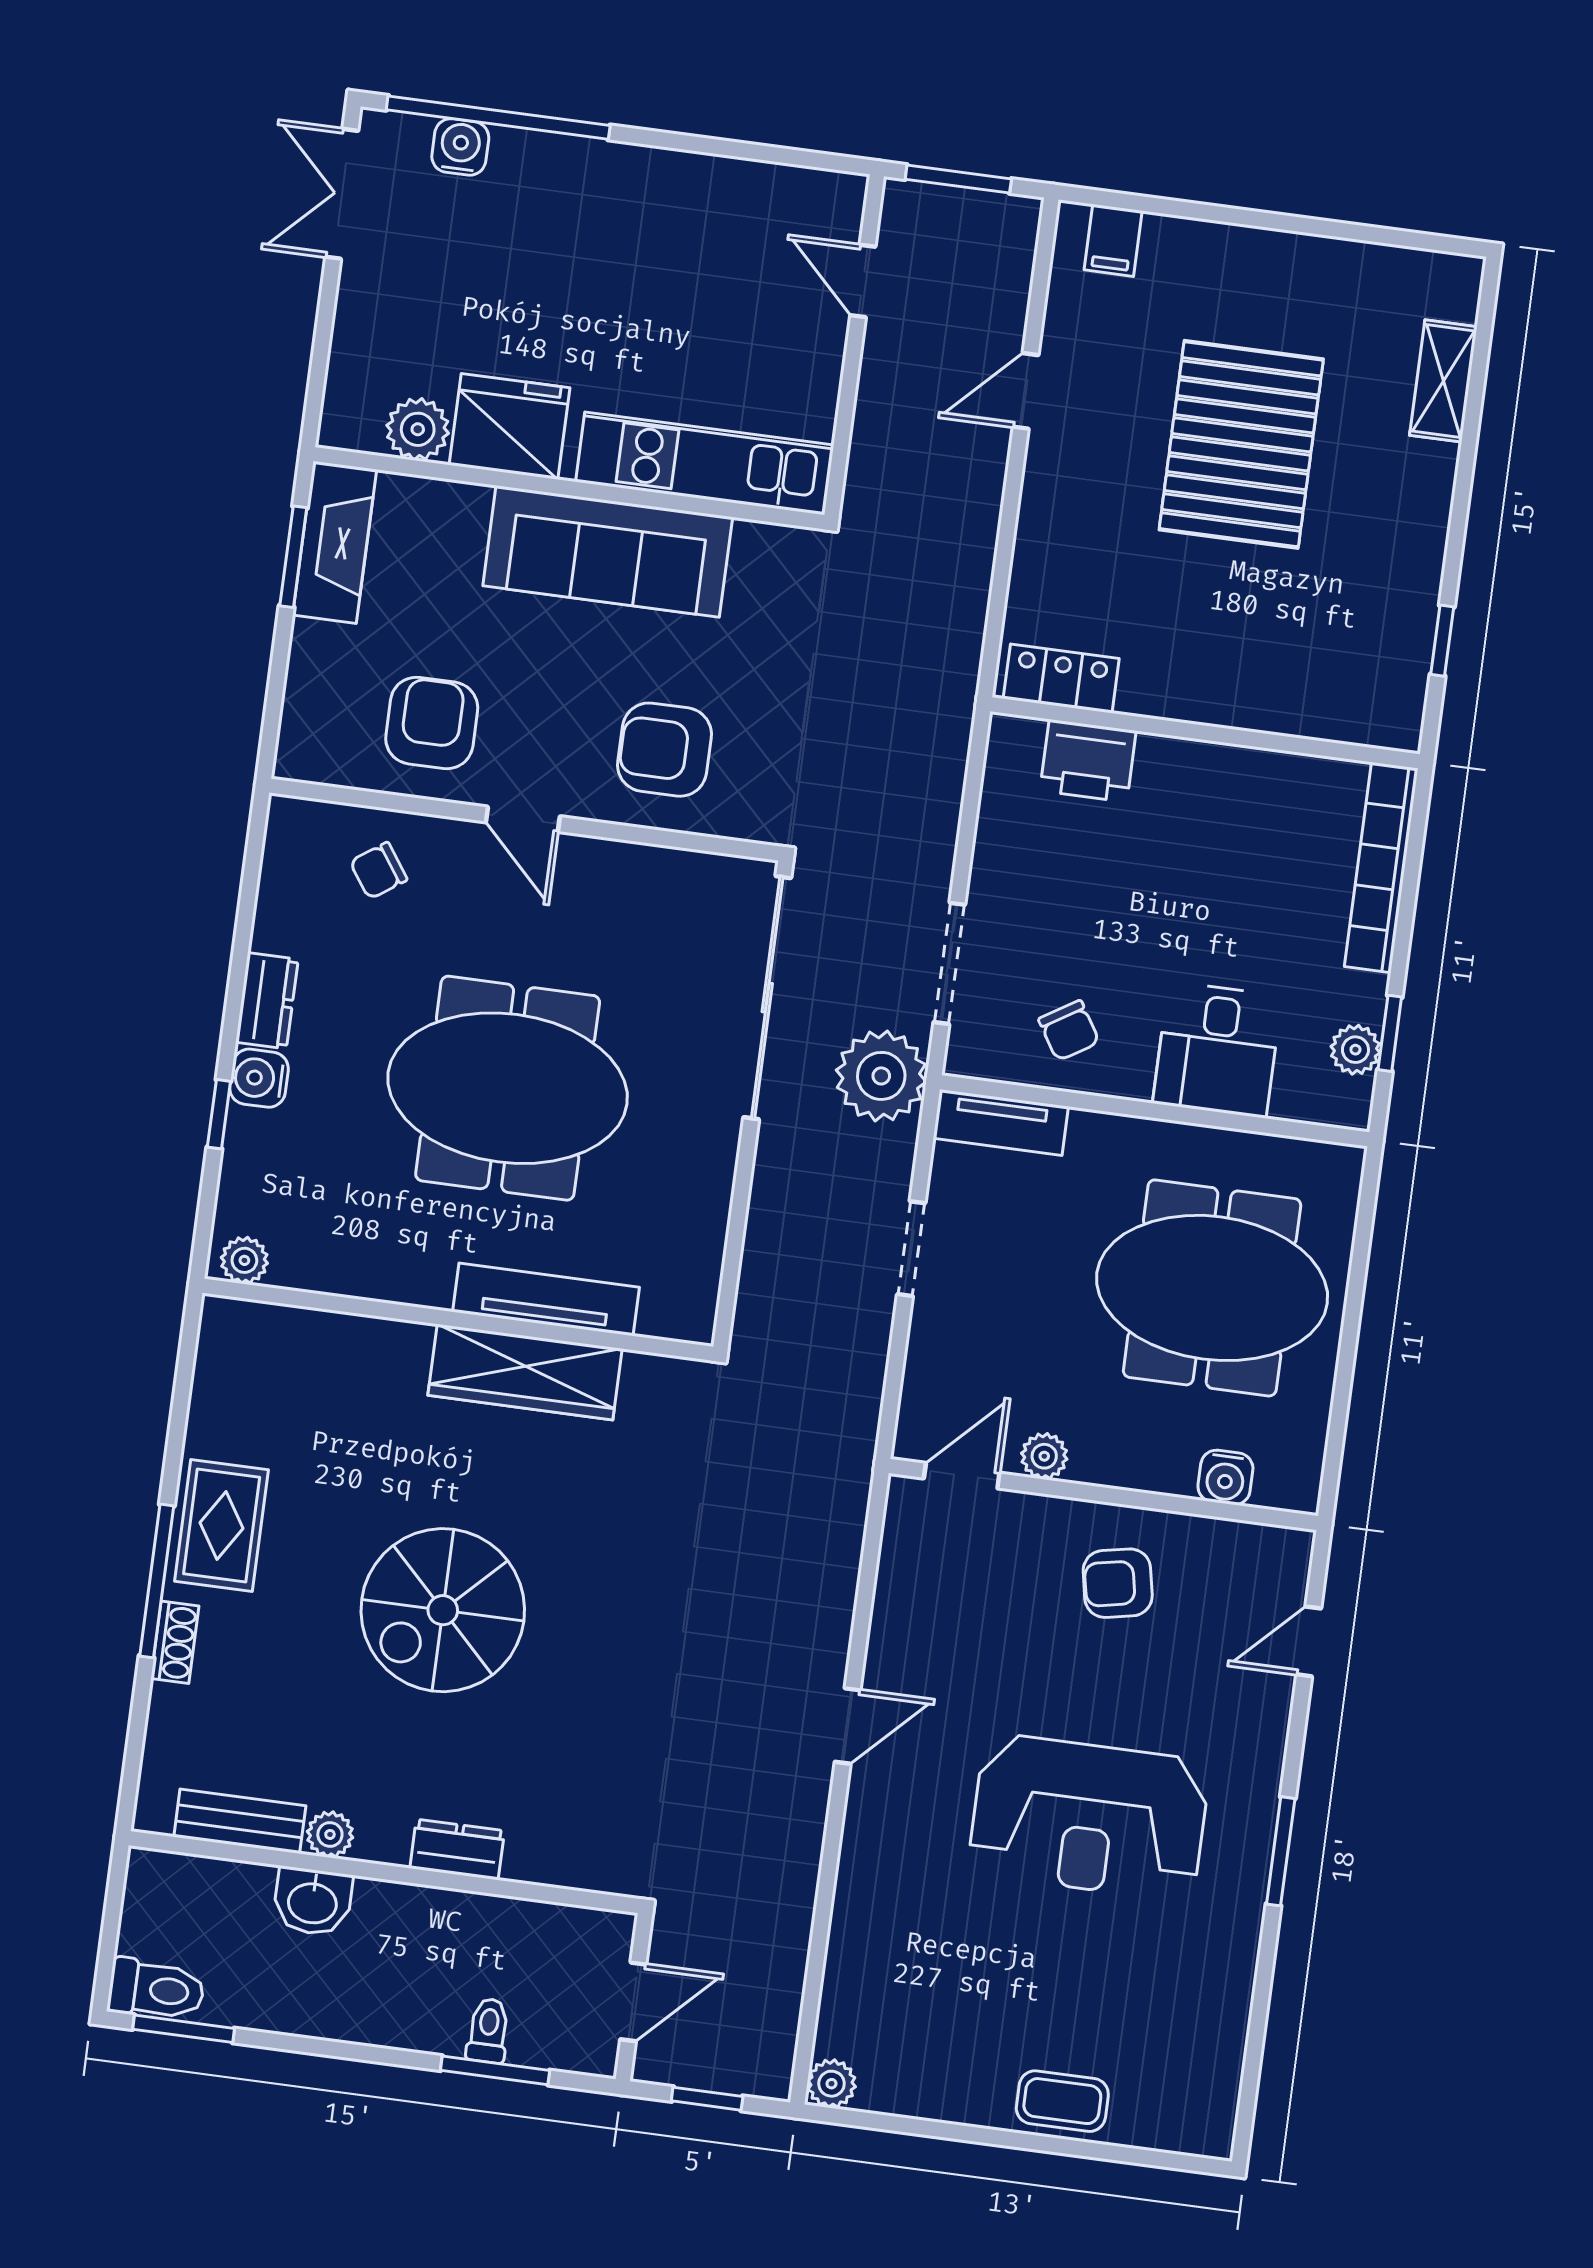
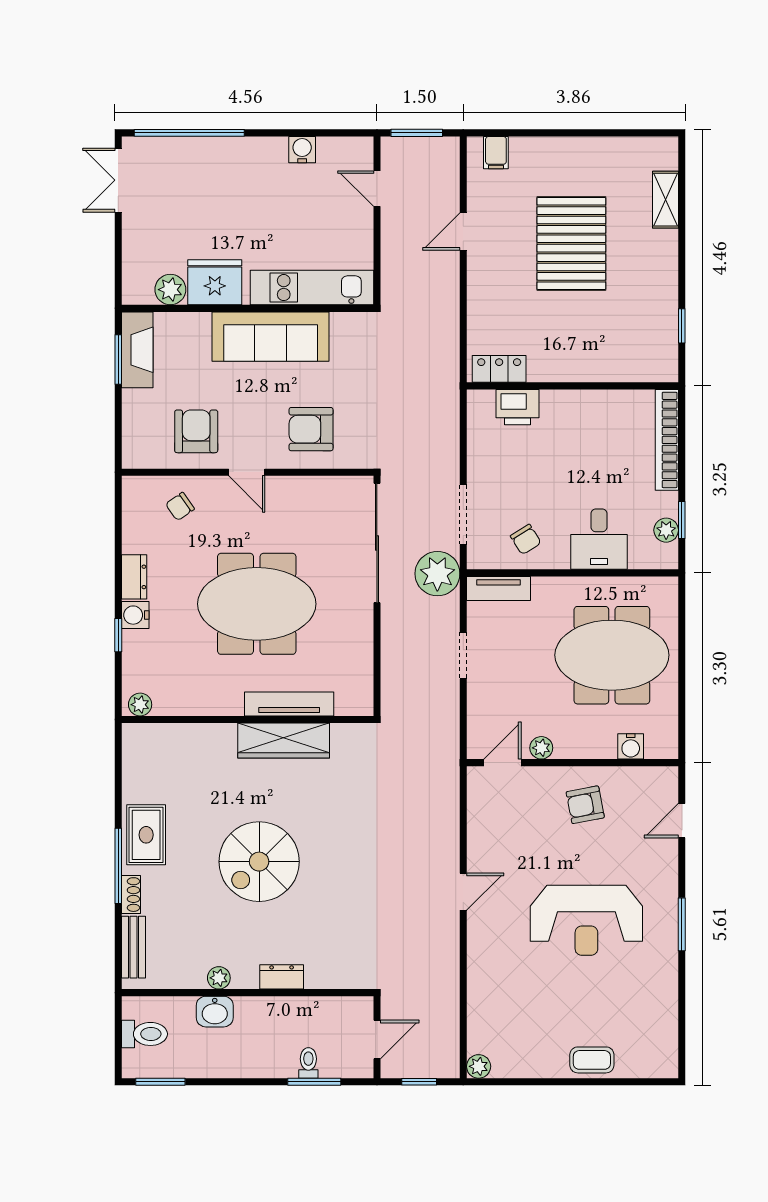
water cooler: (460, 147) -> (302, 150), moved
bench: (240, 1821) -> (134, 947), moved, turned 90
toilet: (156, 1990) -> (144, 1034), moved

